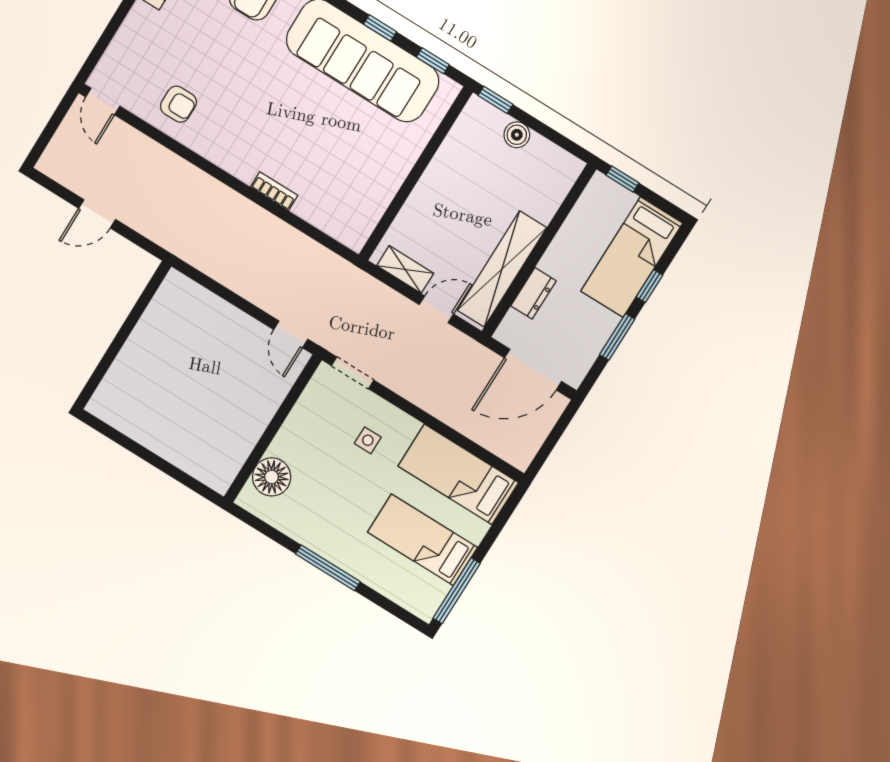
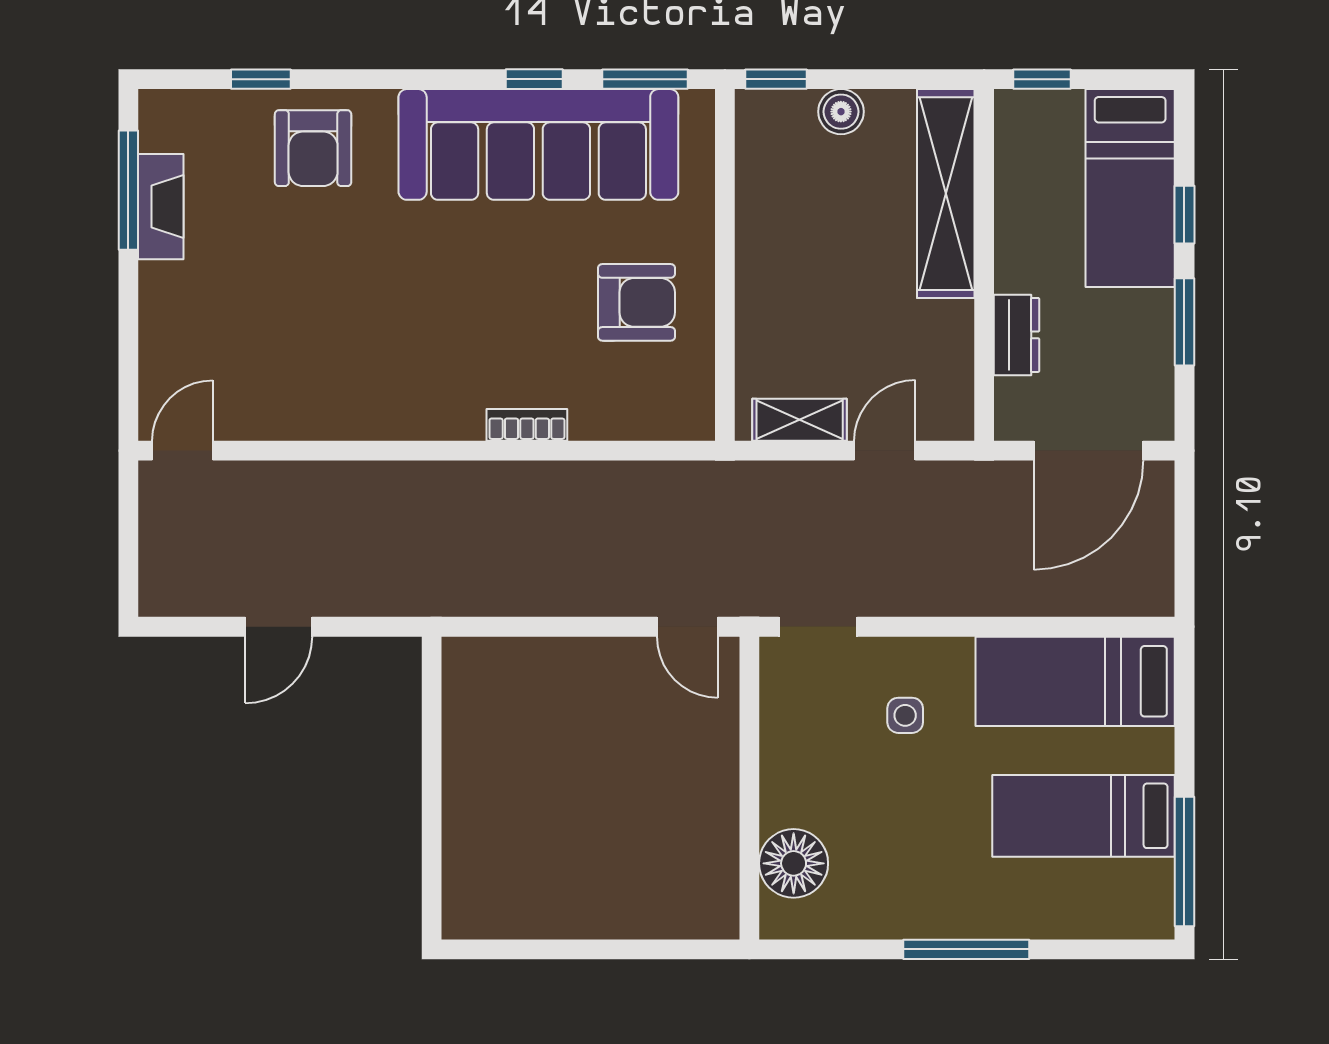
window: (433, 61) -> (645, 79), width x1.50
door: (103, 102) -> (183, 451), swing flipped
armchair: (178, 104) -> (636, 302), moved, width x1.38, depth x1.38
shelving: (502, 269) -> (946, 194), moved

